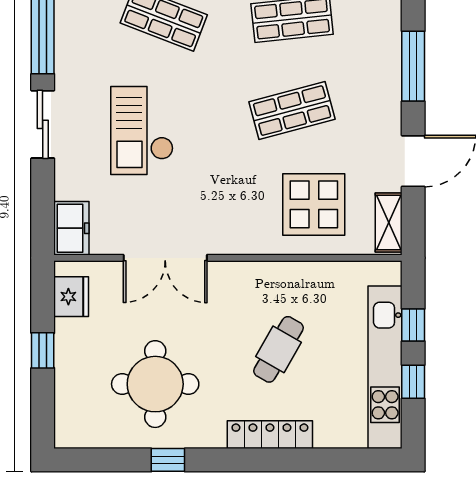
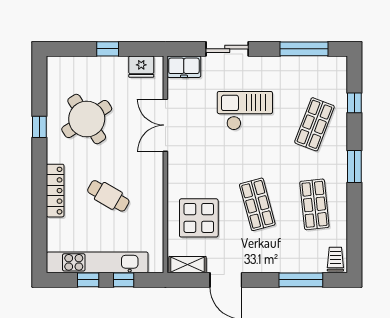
window: (413, 66) -> (301, 280), moved
sliding door: (43, 124) -> (227, 49), moved
round table: (155, 384) -> (87, 119), turned -33

